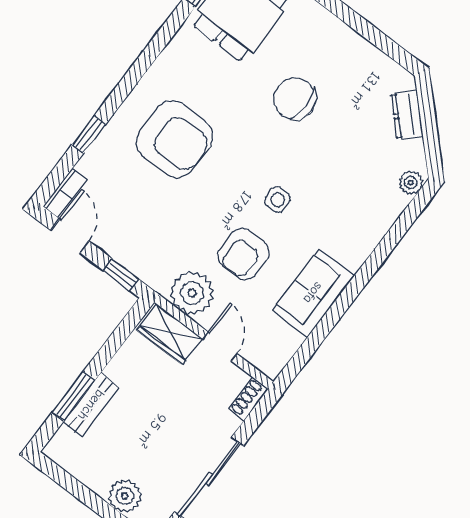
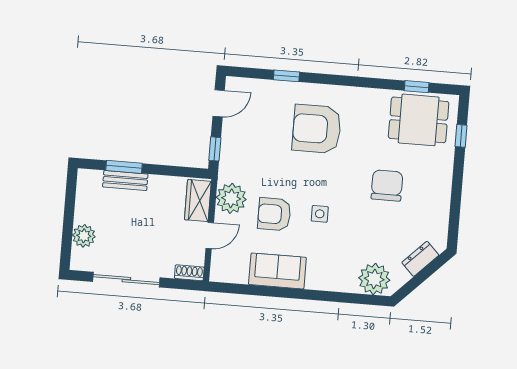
armchair: (175, 139) -> (317, 129), turned 90
plant: (411, 183) -> (374, 279), width x1.88, depth x1.88
bookcase: (65, 193) -> (242, 84), removed

